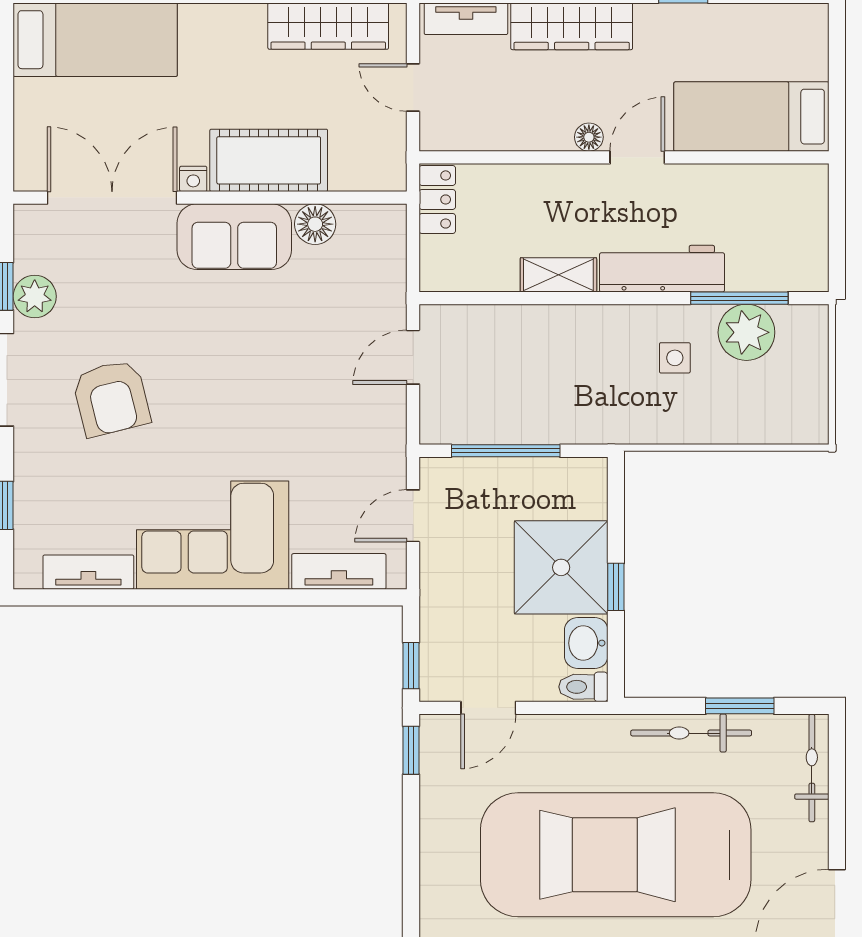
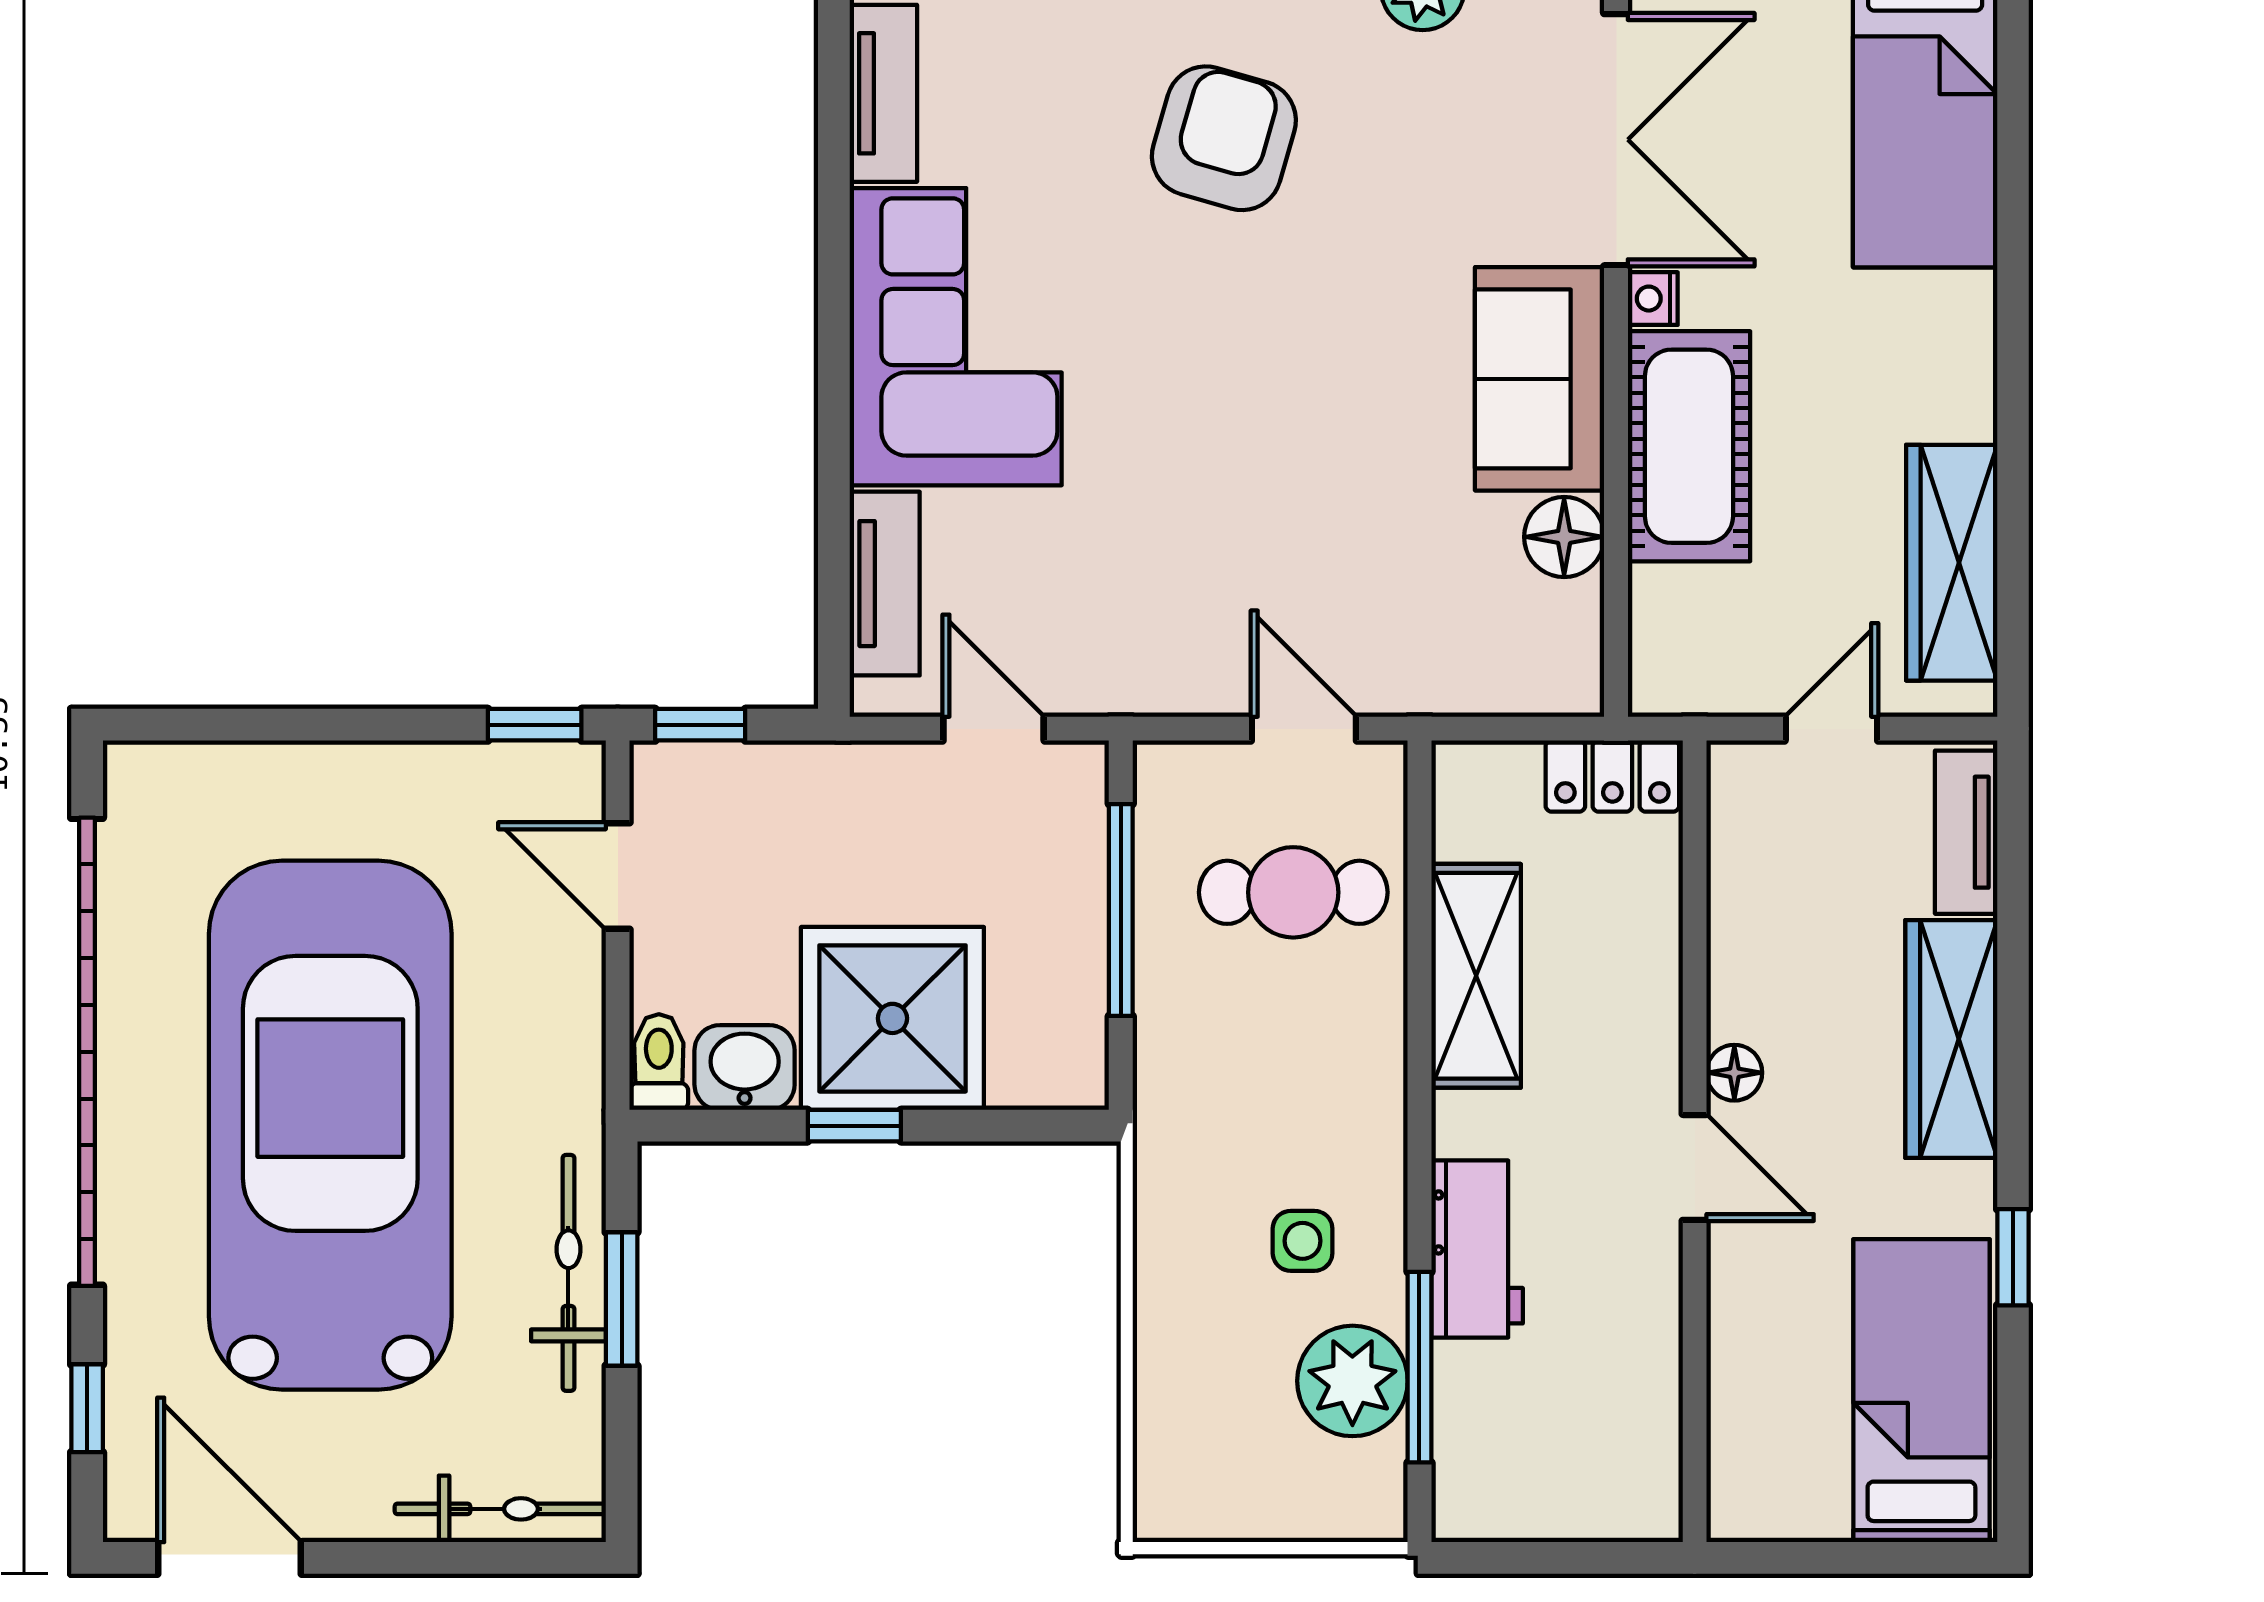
bed: (751, 117) -> (1921, 1391), moved
workbench: (662, 269) -> (1477, 1249), width x0.73
shelving: (558, 275) -> (1476, 976), width x1.50, depth x1.33
cafe table: (497, 363) -> (1293, 892), added
armchair: (111, 398) -> (1224, 138), turned 120
window: (740, 706) -> (622, 1299), moved

